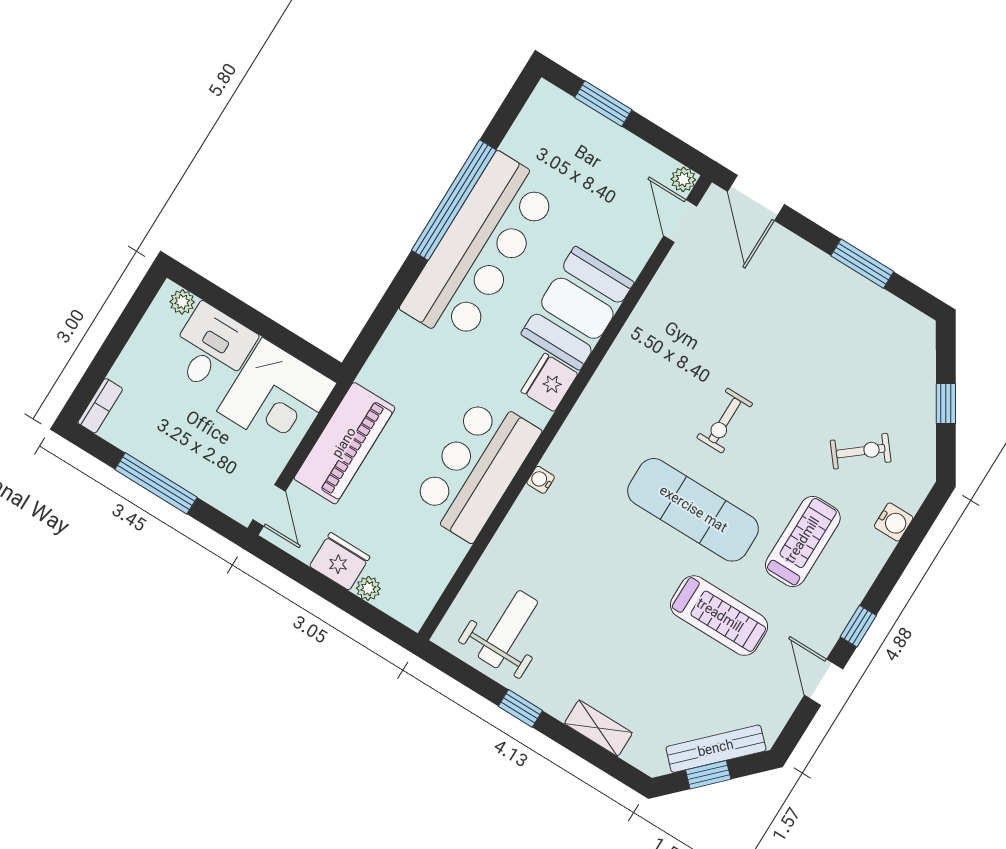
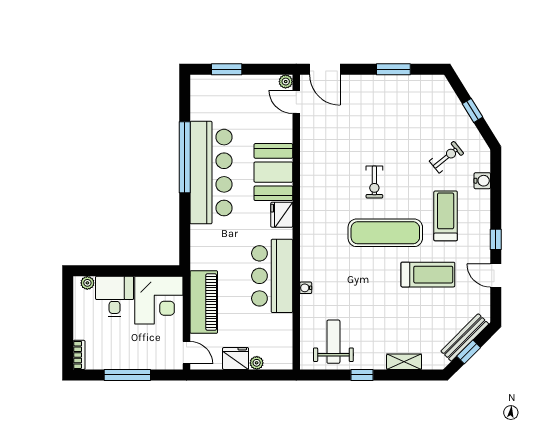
water cooler: (541, 480) -> (306, 288), moved

